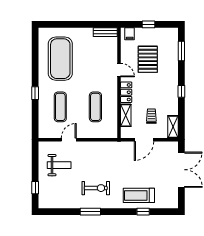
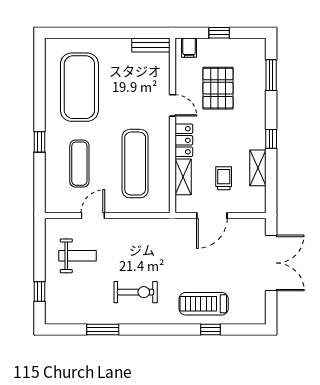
exercise mat: (95, 107) -> (135, 164), width x1.36, depth x1.45
shelving: (173, 127) -> (258, 168), moved
window: (90, 212) -> (103, 330), moved

